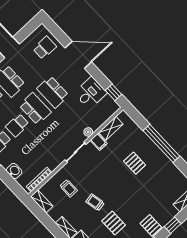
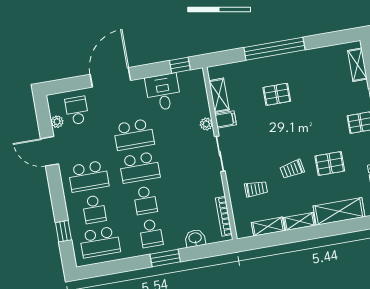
plant: (30, 40) -> (57, 122), added
school desk: (35, 109) -> (139, 167), turned 180
shelving: (42, 201) -> (268, 227), moved

